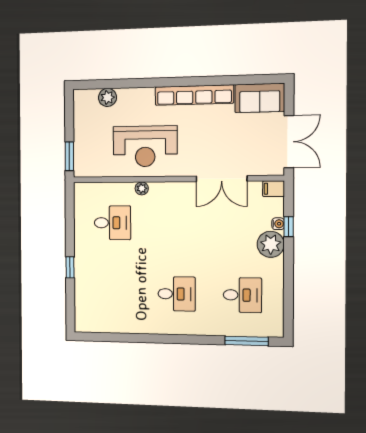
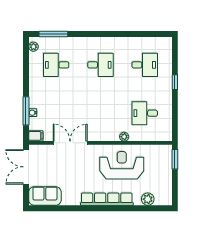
row of seats: (194, 95) -> (107, 199), moved
window: (289, 227) -> (26, 111), width x2.17
plant: (271, 244) -> (33, 47), moved, width x0.53, depth x0.53
desk: (113, 293) -> (145, 65), added
desk: (177, 294) -> (100, 65), turned 180

